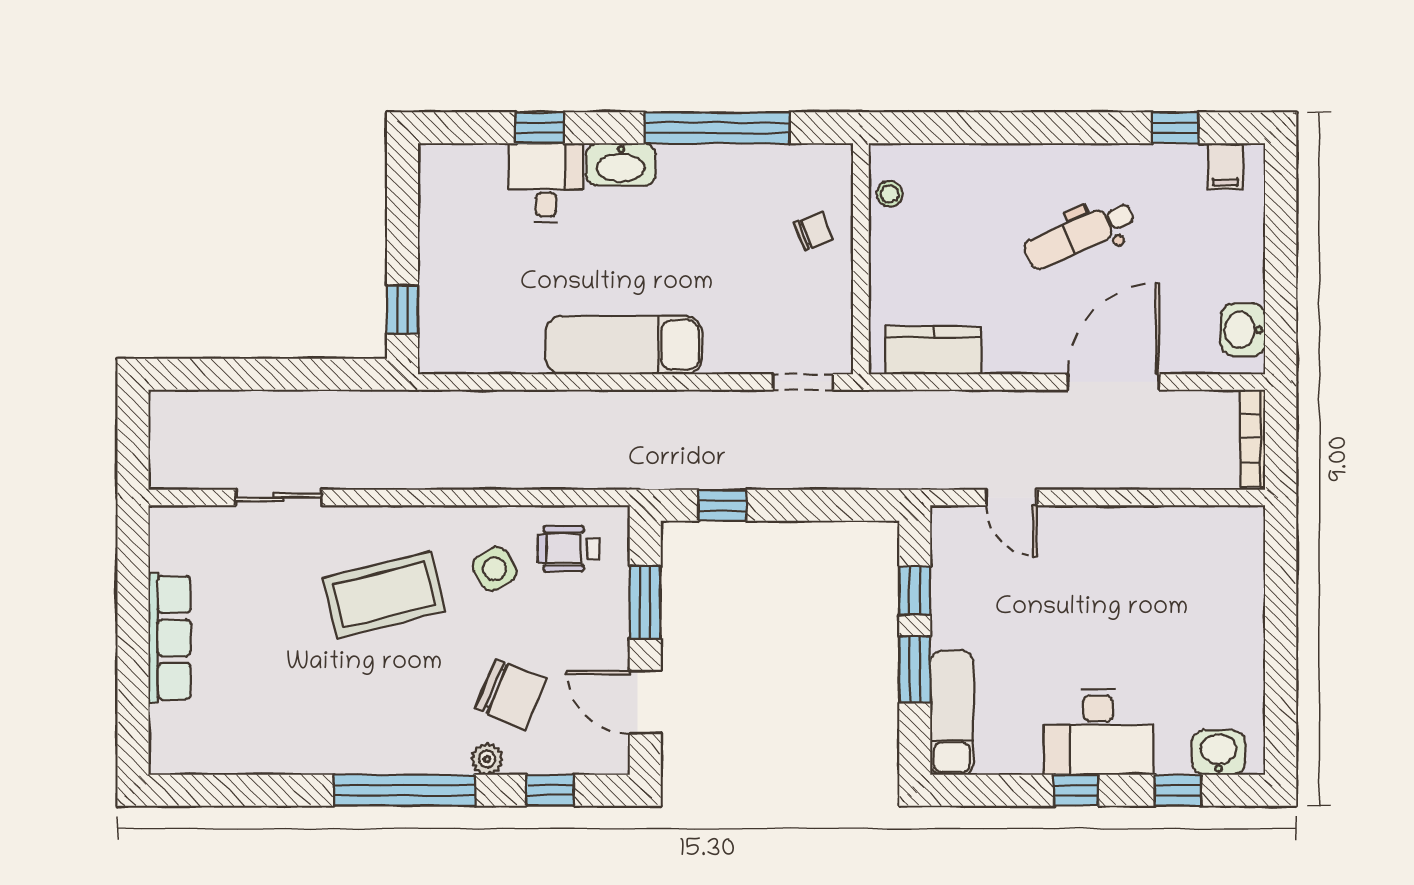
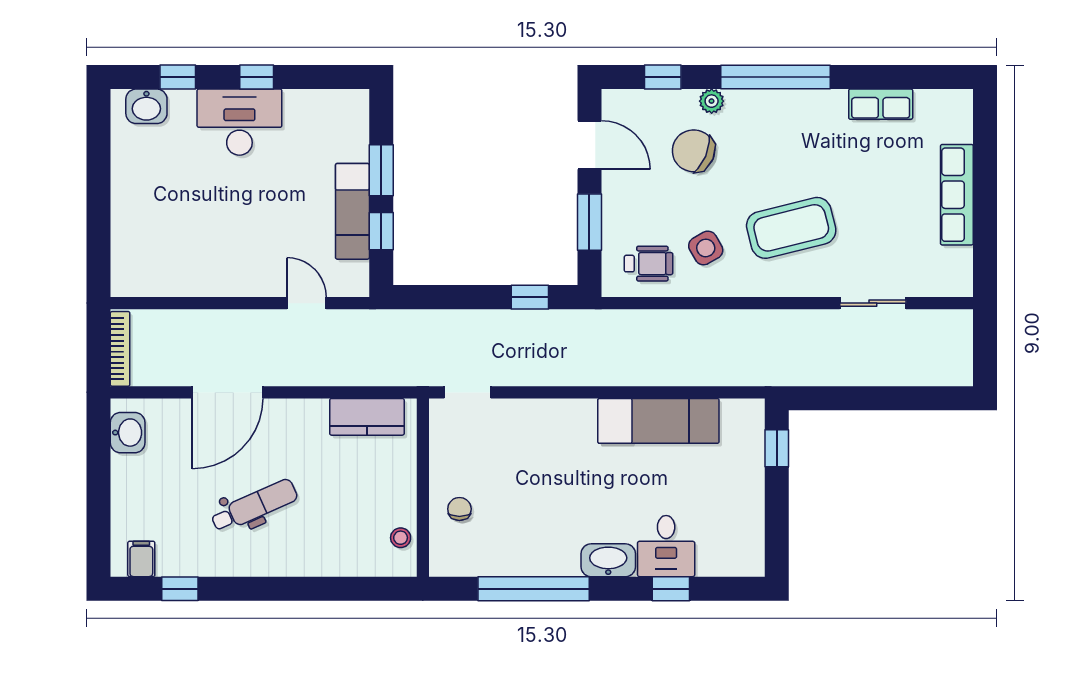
chair: (813, 231) -> (459, 509), turned 112
exam couch: (624, 345) -> (658, 421), moved
exam couch: (952, 713) -> (352, 211), moved
row of seats: (268, 755) -> (881, 104), added

